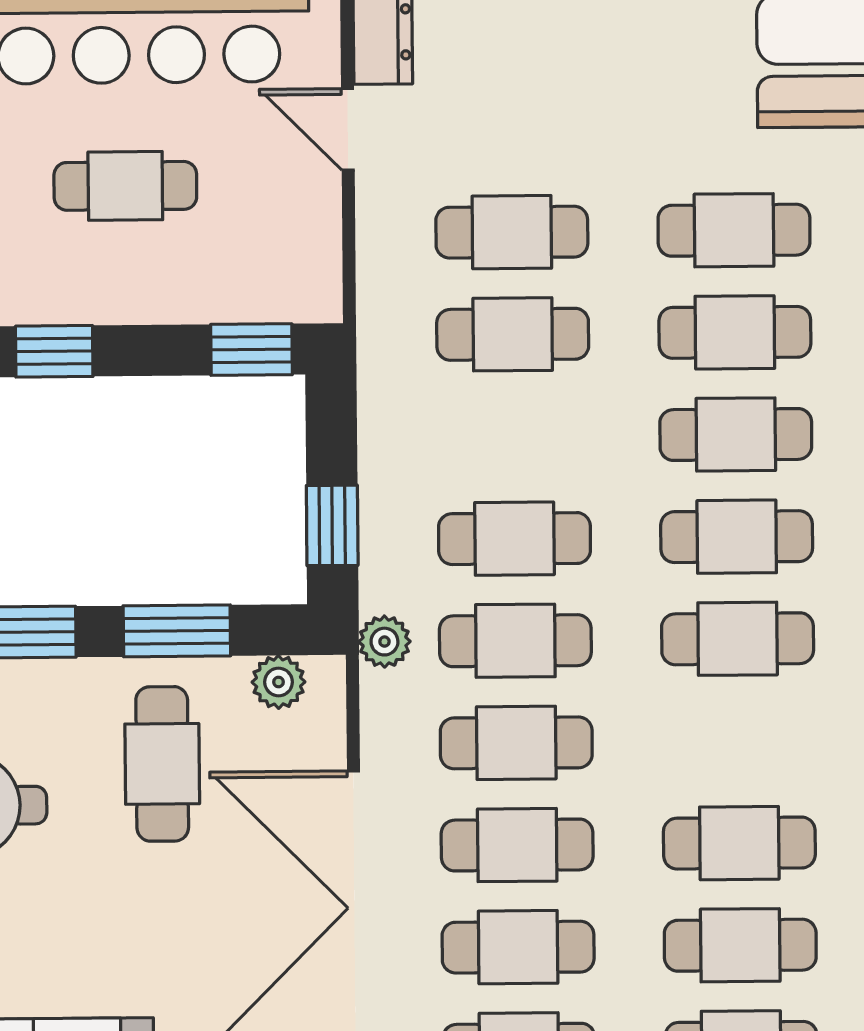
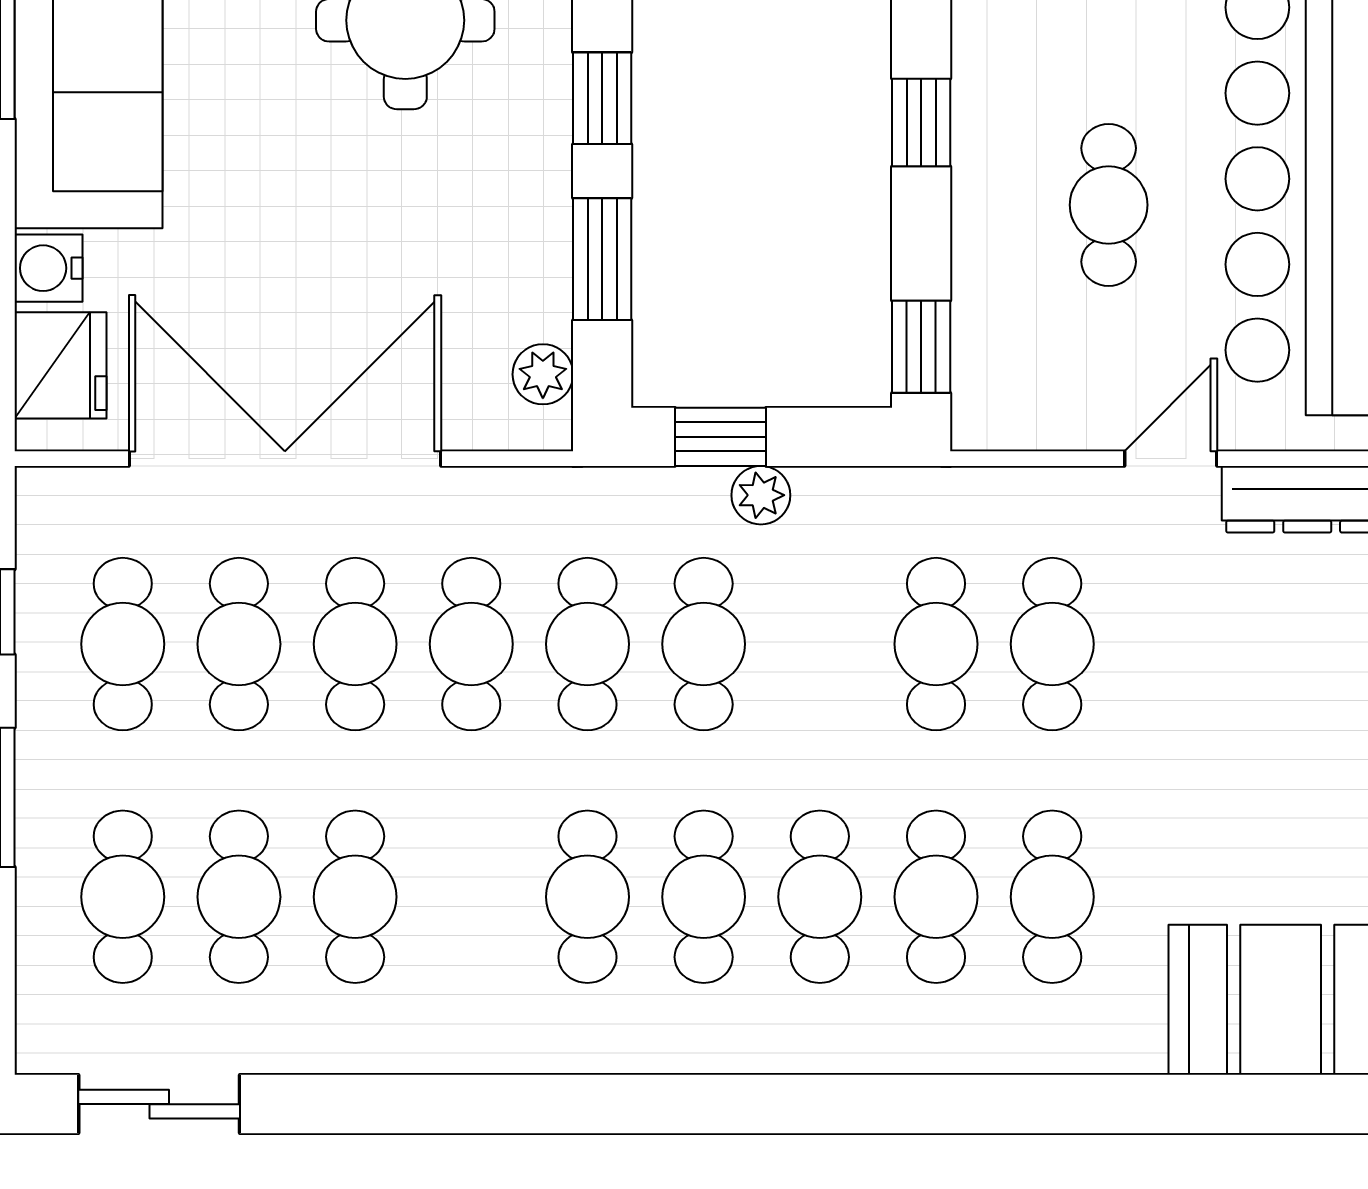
plant: (384, 642) -> (761, 495), moved
cafe table: (162, 764) -> (451, 241), removed

